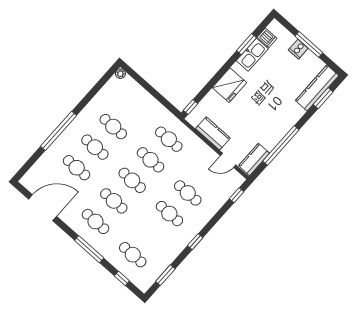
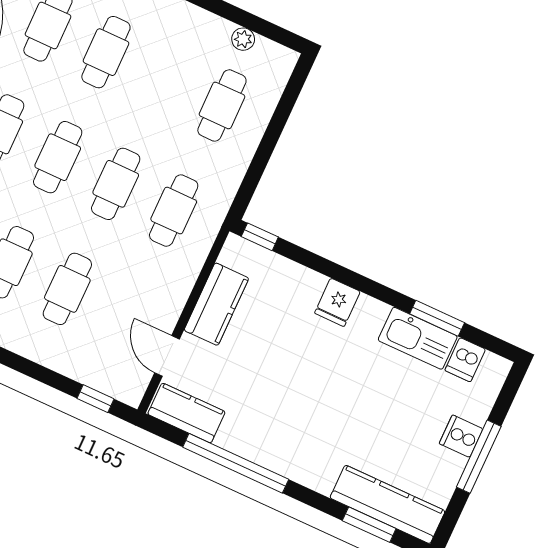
plant: (120, 74) -> (243, 39), moved
fridge: (229, 85) -> (337, 302), width x0.53, depth x0.75
cafe table: (113, 127) -> (222, 105), moved

